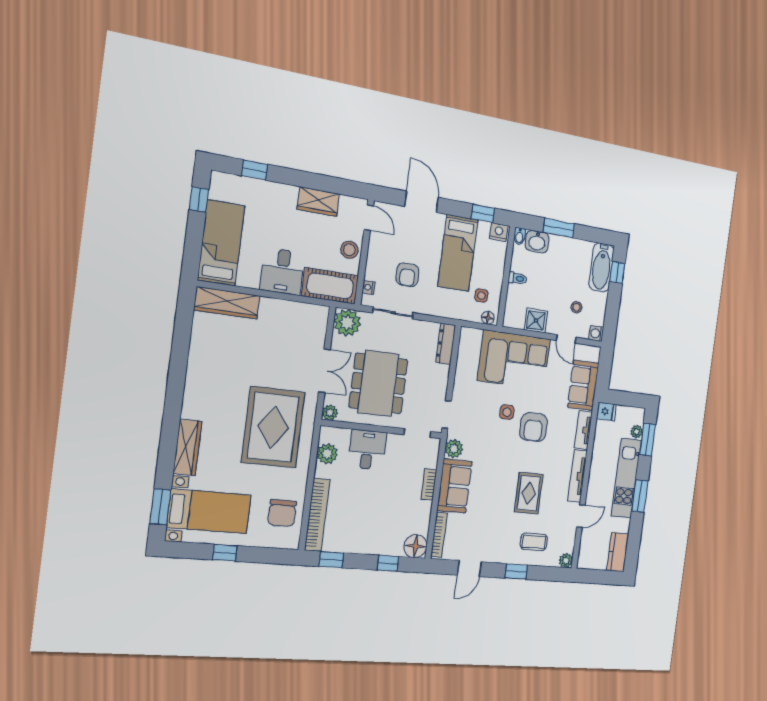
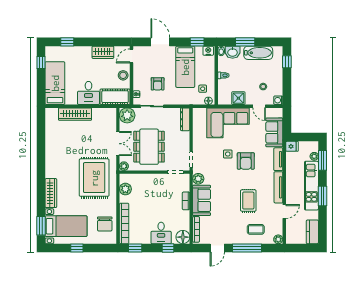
door: (369, 218) -> (132, 56), swing flipped
bathtub: (601, 267) -> (258, 53), moved, turned -90
wardrobe: (227, 303) -> (75, 114), moved
desk: (367, 450) -> (161, 233), moved, turned 180
window: (516, 572) -> (247, 248), width x2.17

